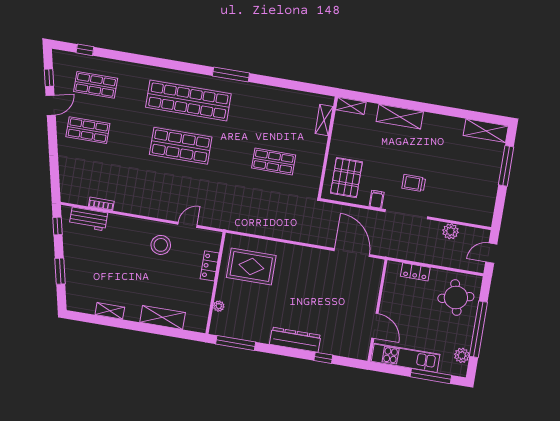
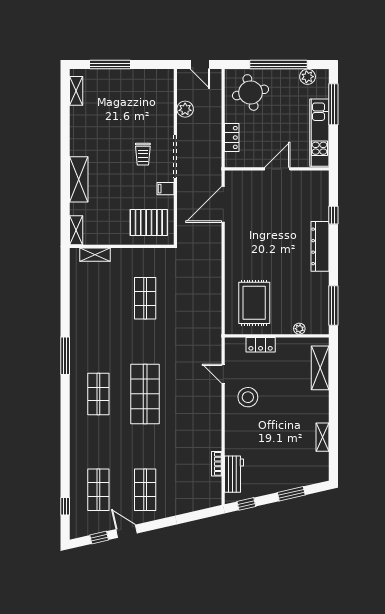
shop shelf: (188, 101) -> (98, 394), width x0.50, depth x0.74
shelving: (486, 131) -> (76, 91), width x0.67, depth x0.75
shelving: (163, 317) -> (320, 368), moved
door: (375, 326) -> (277, 169), moved

